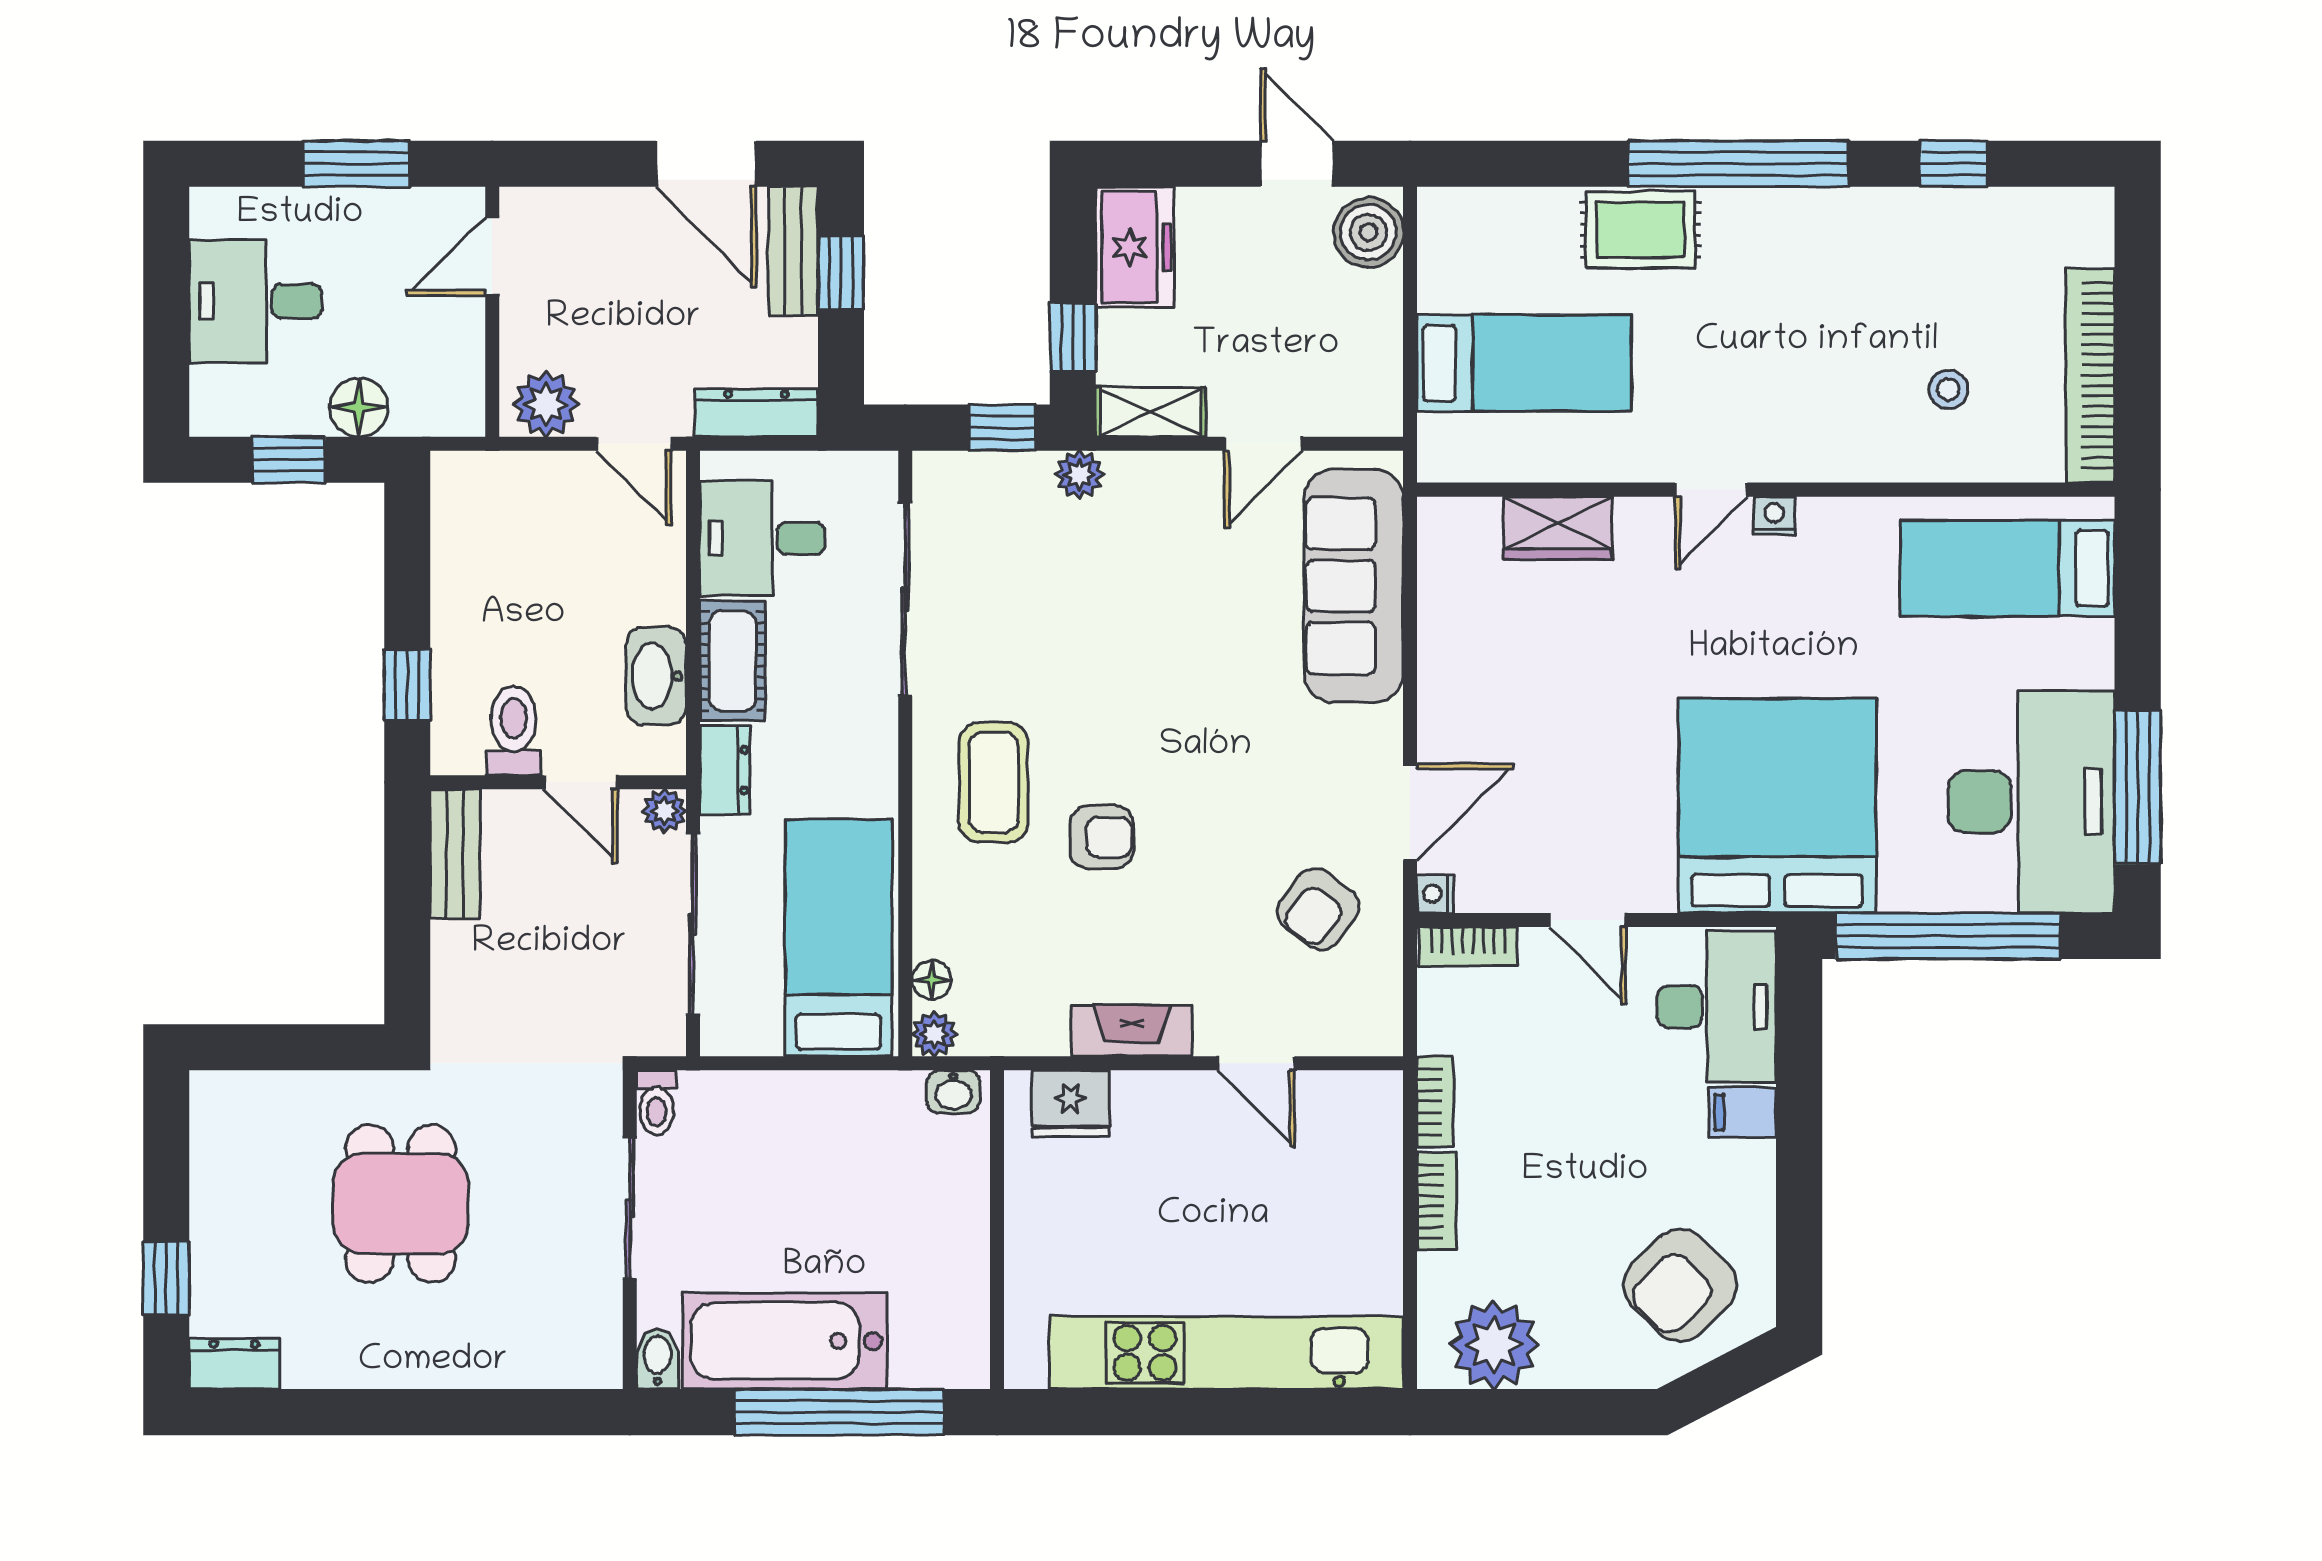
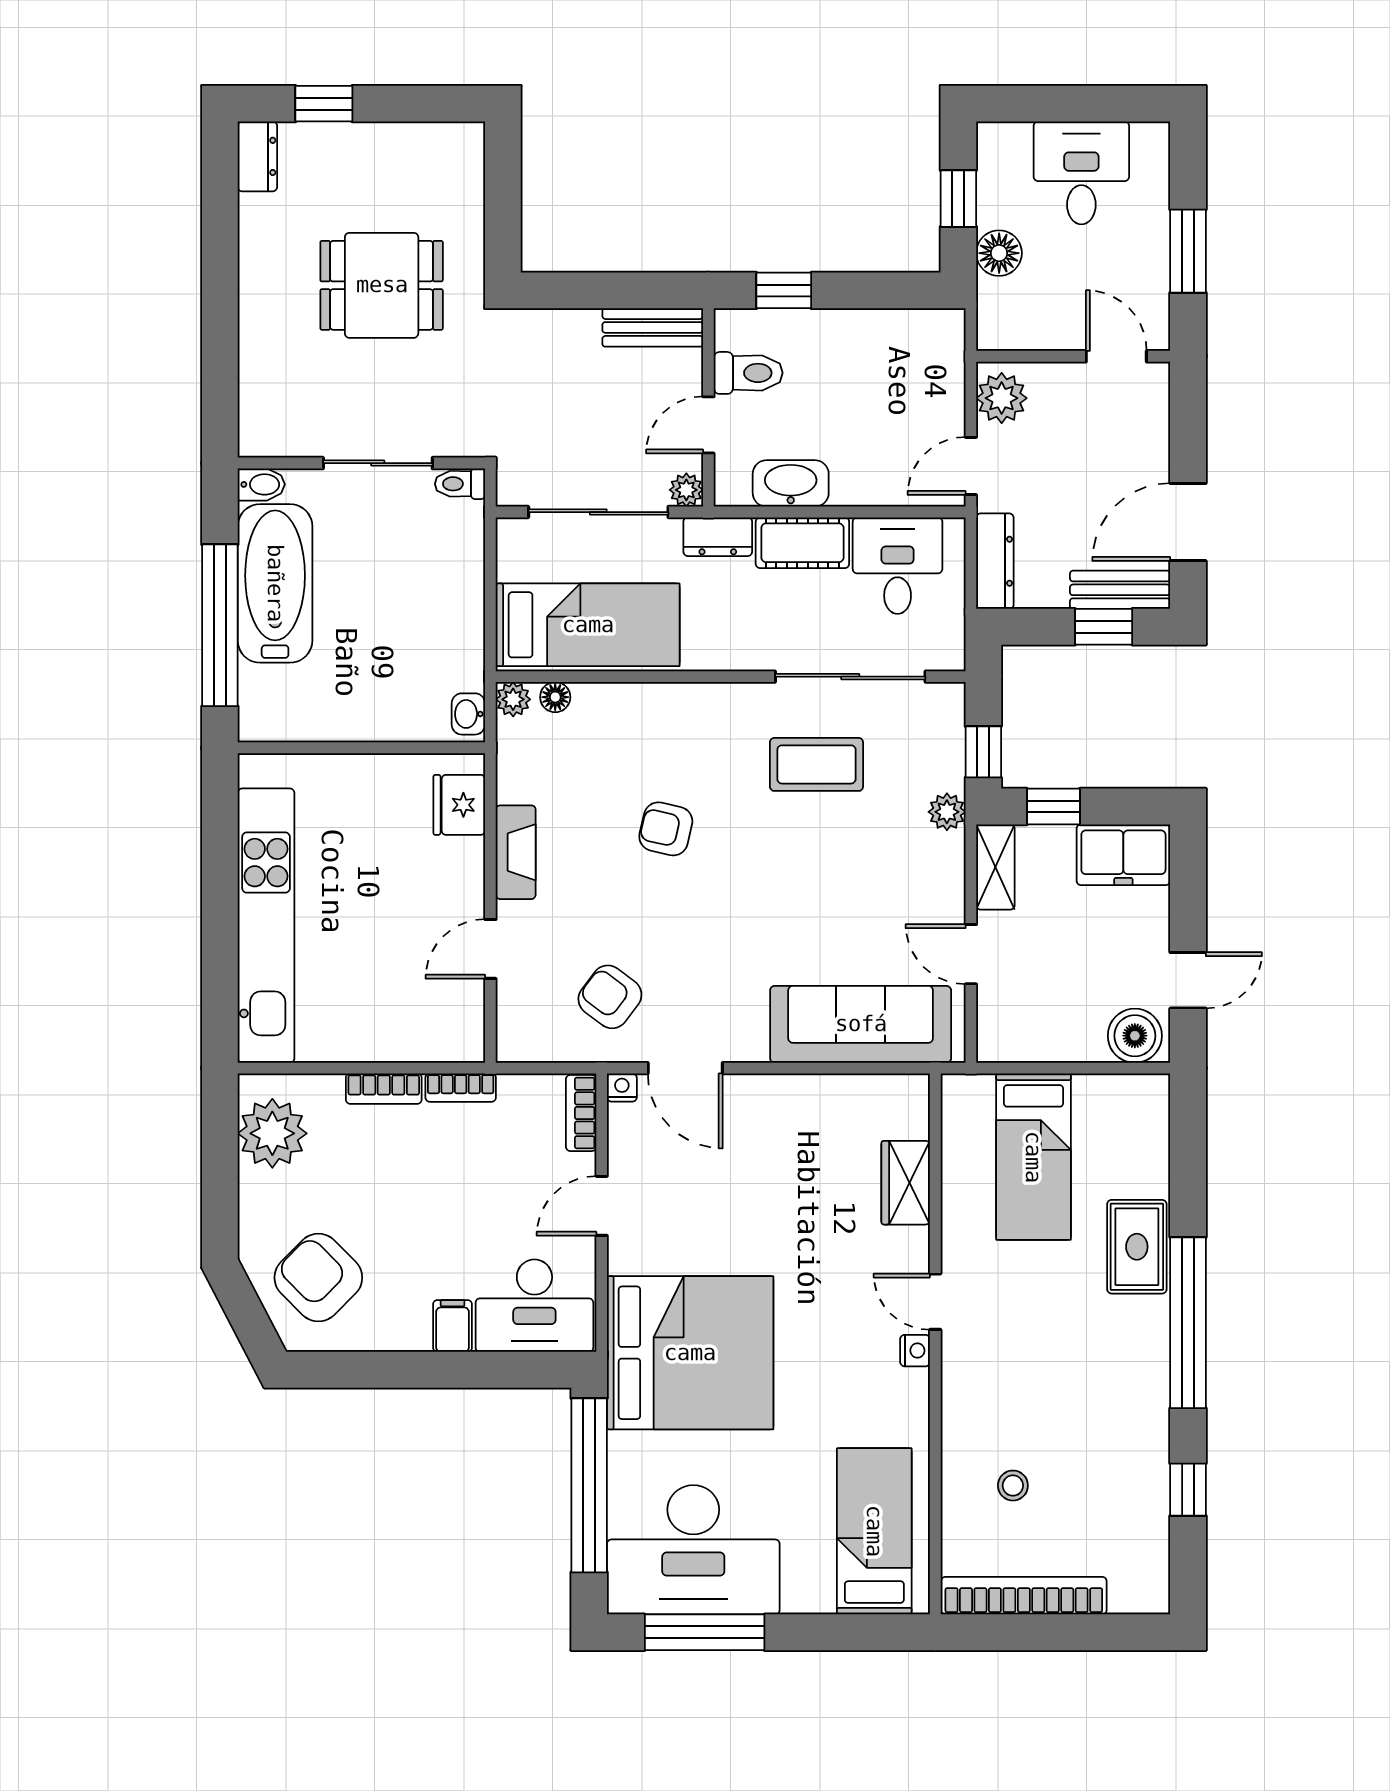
coffee table: (994, 782) -> (816, 764), moved
armchair: (1102, 837) -> (666, 829), turned 103

